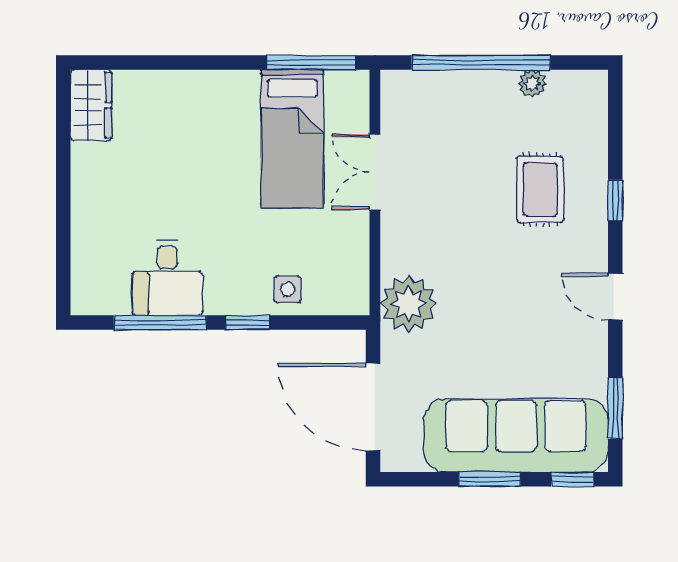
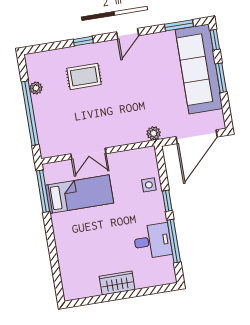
wardrobe: (91, 105) -> (117, 283), moved
plant: (409, 304) -> (154, 133), width x0.53, depth x0.53

